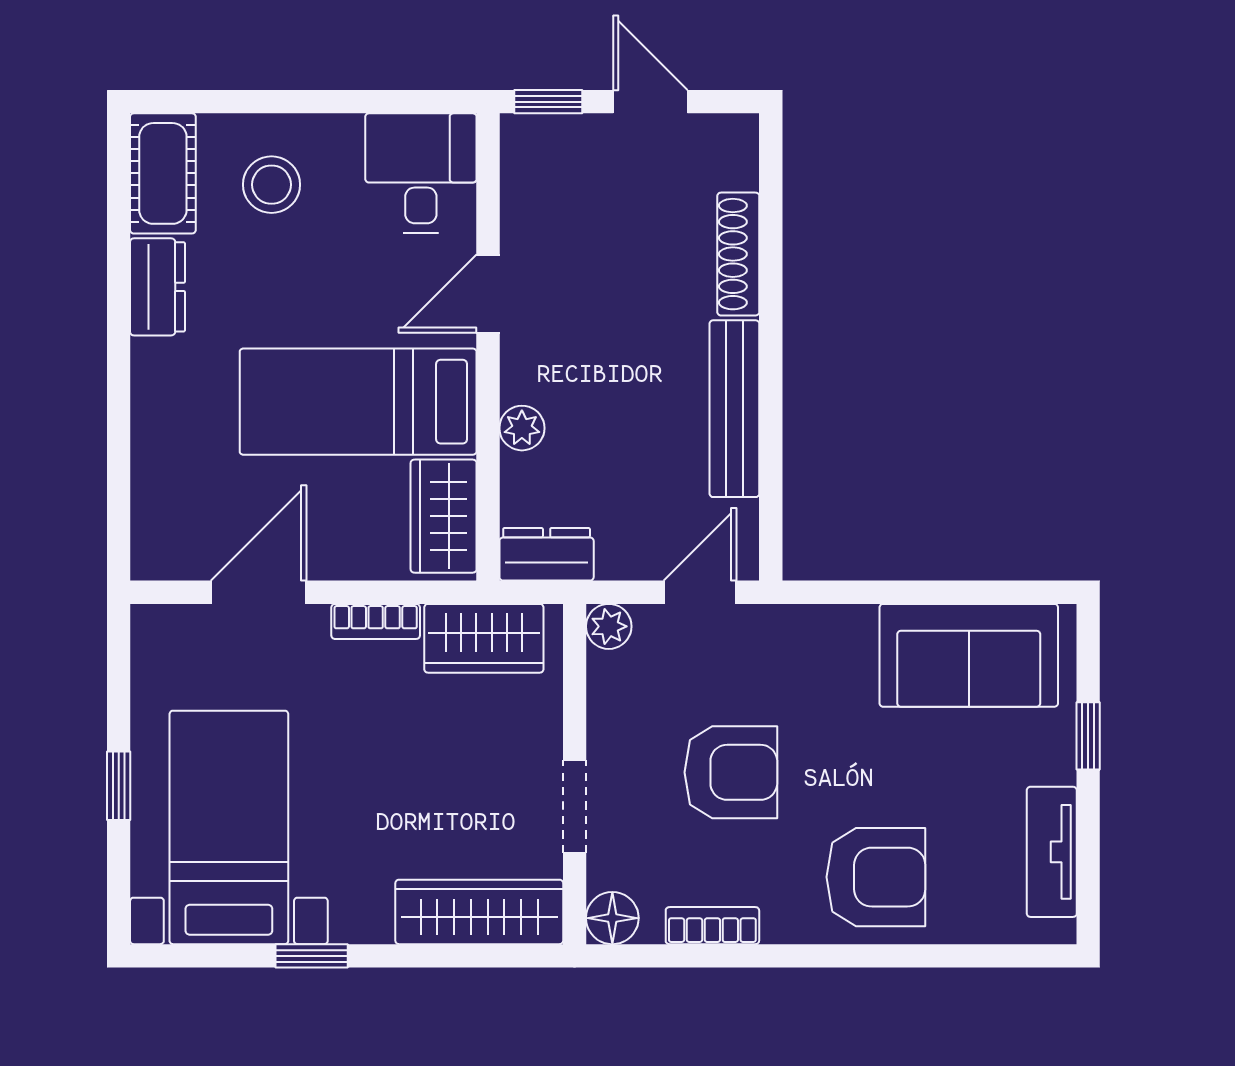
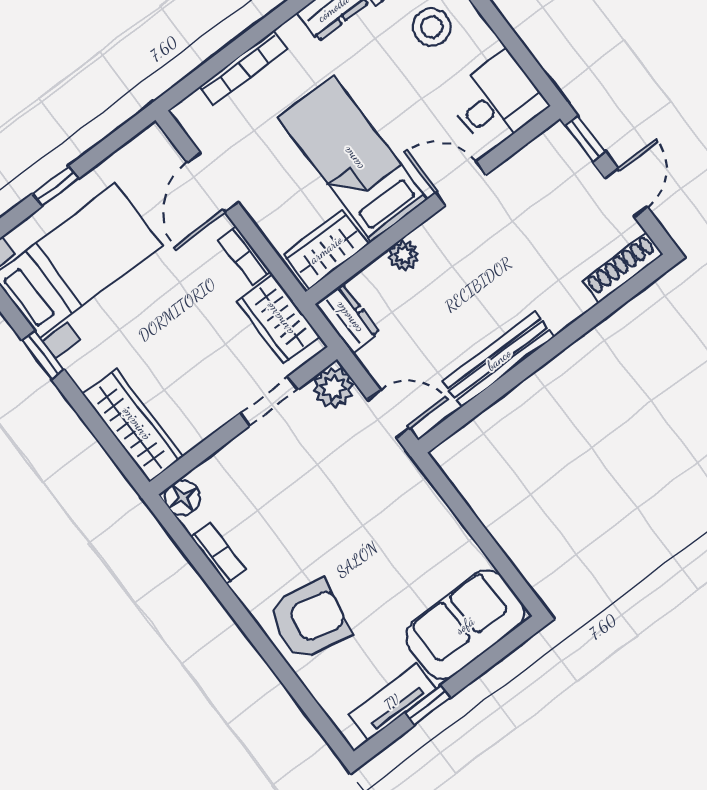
shoe rack: (738, 254) -> (623, 268), moved
bookcase: (148, 451) -> (243, 68), added
door: (259, 592) -> (213, 182), swing flipped
plant: (609, 626) -> (333, 388), width x1.38, depth x1.38
sofa: (969, 655) -> (465, 625), moved, turned 90
window: (1088, 736) -> (428, 705), moved
armchair: (731, 772) -> (306, 502), removed
doorway: (575, 807) -> (268, 401), moved
armchair: (876, 877) -> (309, 620), turned -78

